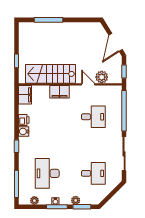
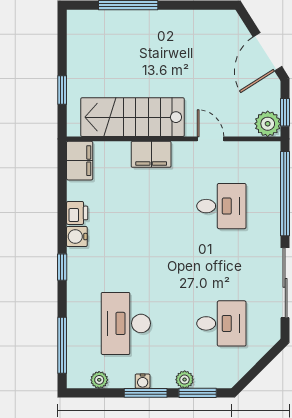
plant: (102, 77) -> (268, 124), moved

